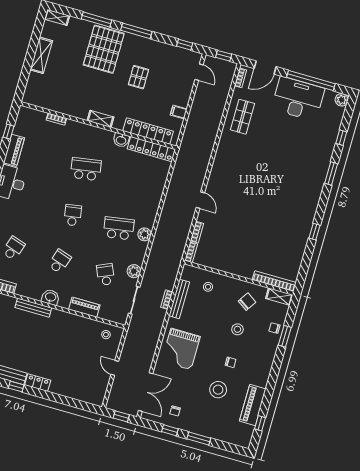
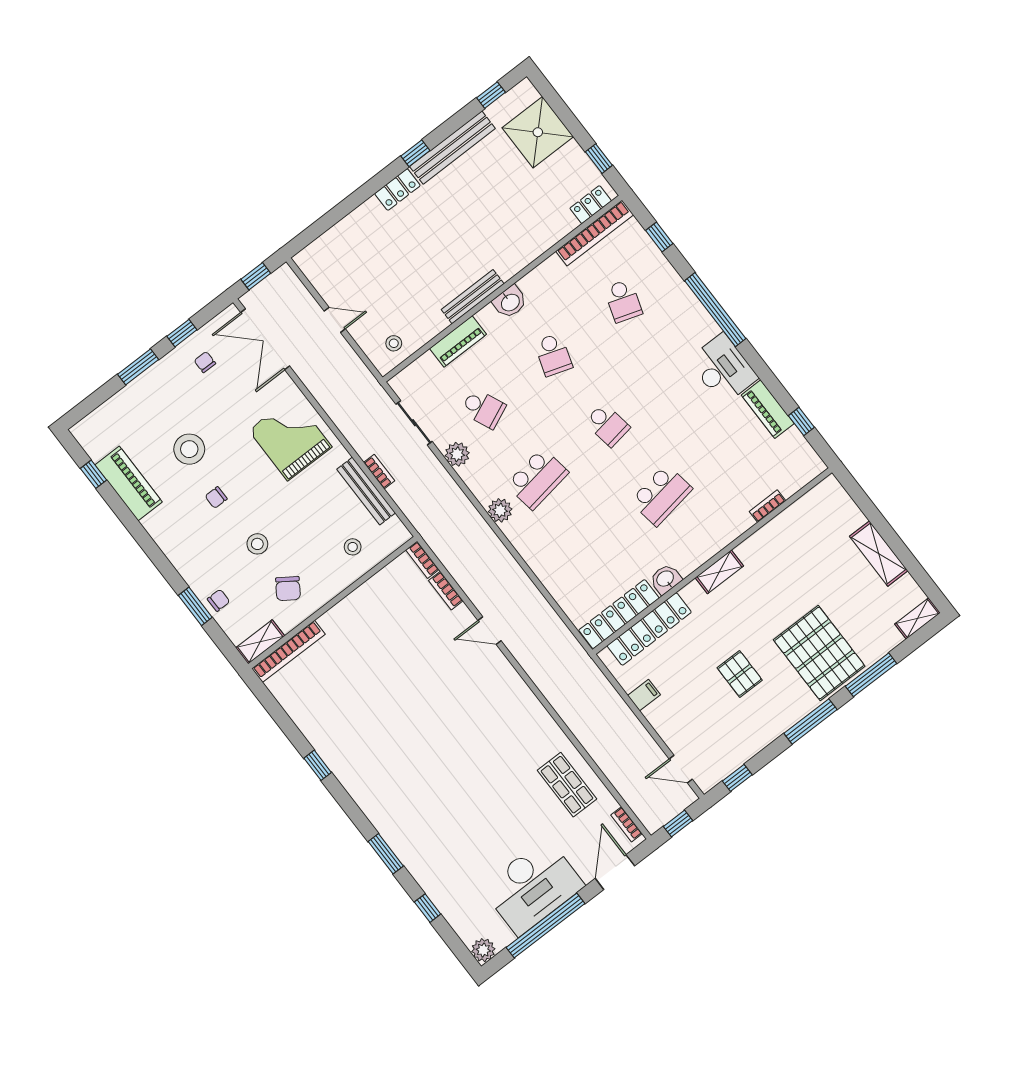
bench: (33, 308) -> (473, 297), moved

